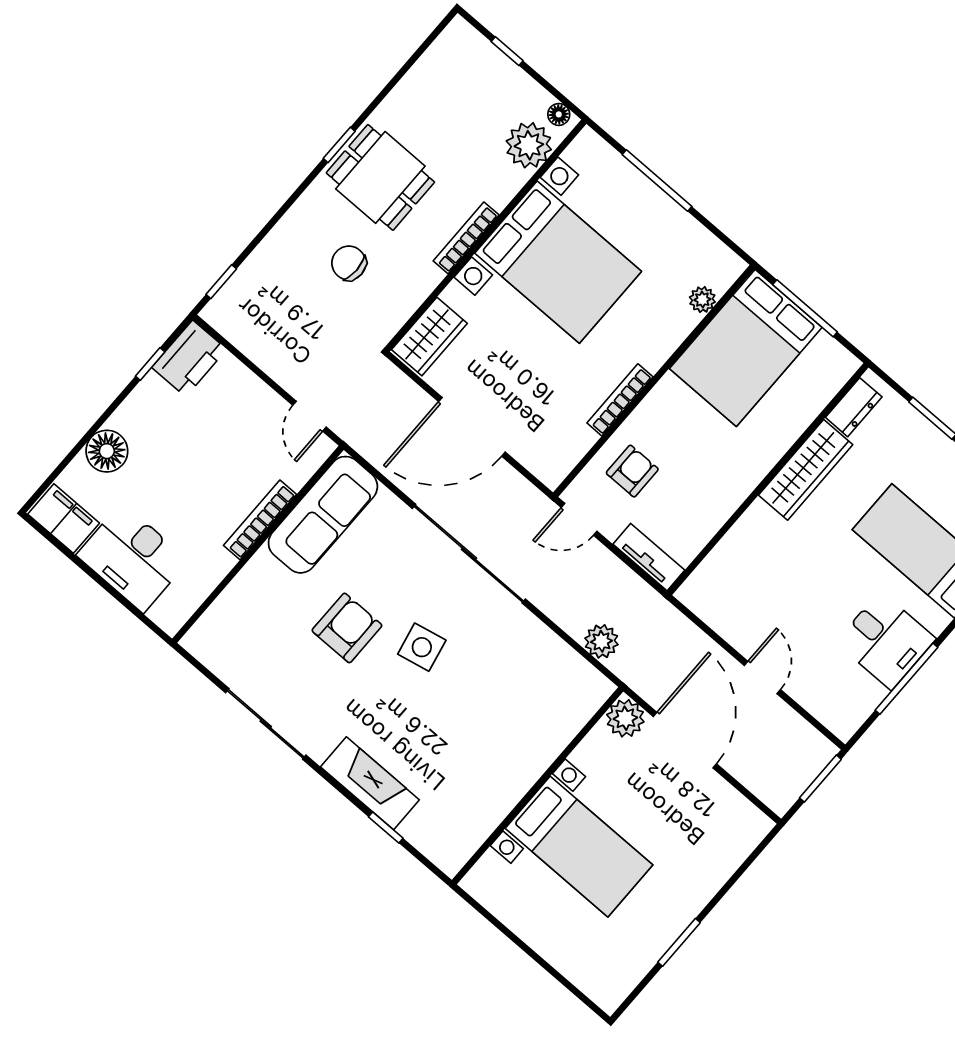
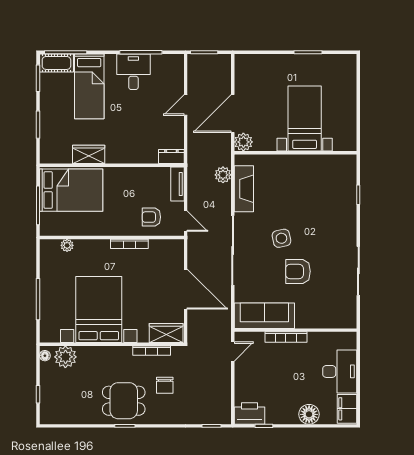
dining table: (380, 177) -> (124, 401), turned 90
bookcase: (466, 238) -> (152, 351), moved
bed: (746, 348) -> (71, 190), moved
dresser: (854, 407) -> (171, 157), moved
wardrobe: (806, 470) -> (89, 154), width x0.67
fireplace: (370, 783) -> (244, 189), moved, turned 180

